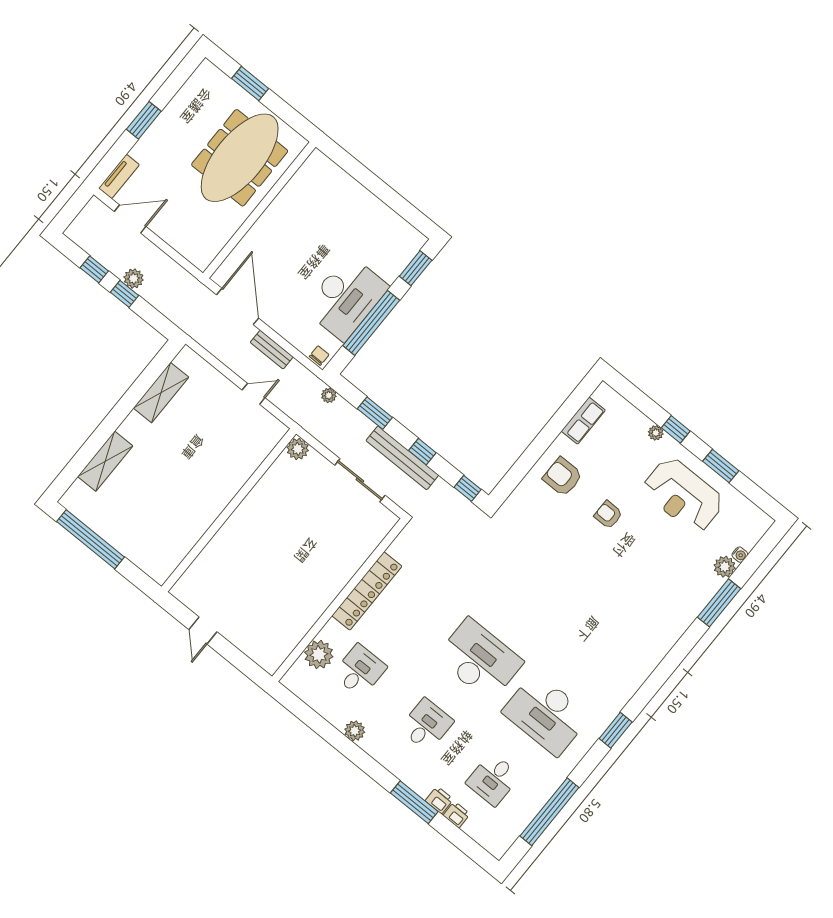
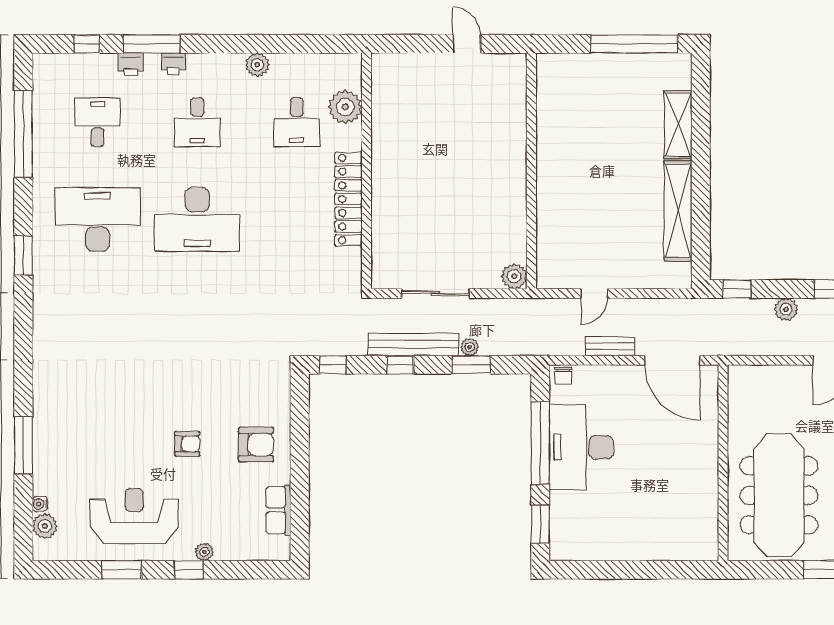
window: (124, 294) -> (736, 289), moved
shelving: (161, 393) -> (678, 211), width x1.47
plant: (329, 395) -> (470, 347), moved
plant: (725, 567) -> (45, 526), moved
printer: (457, 815) -> (173, 64), moved
window: (458, 838) -> (87, 44), added

